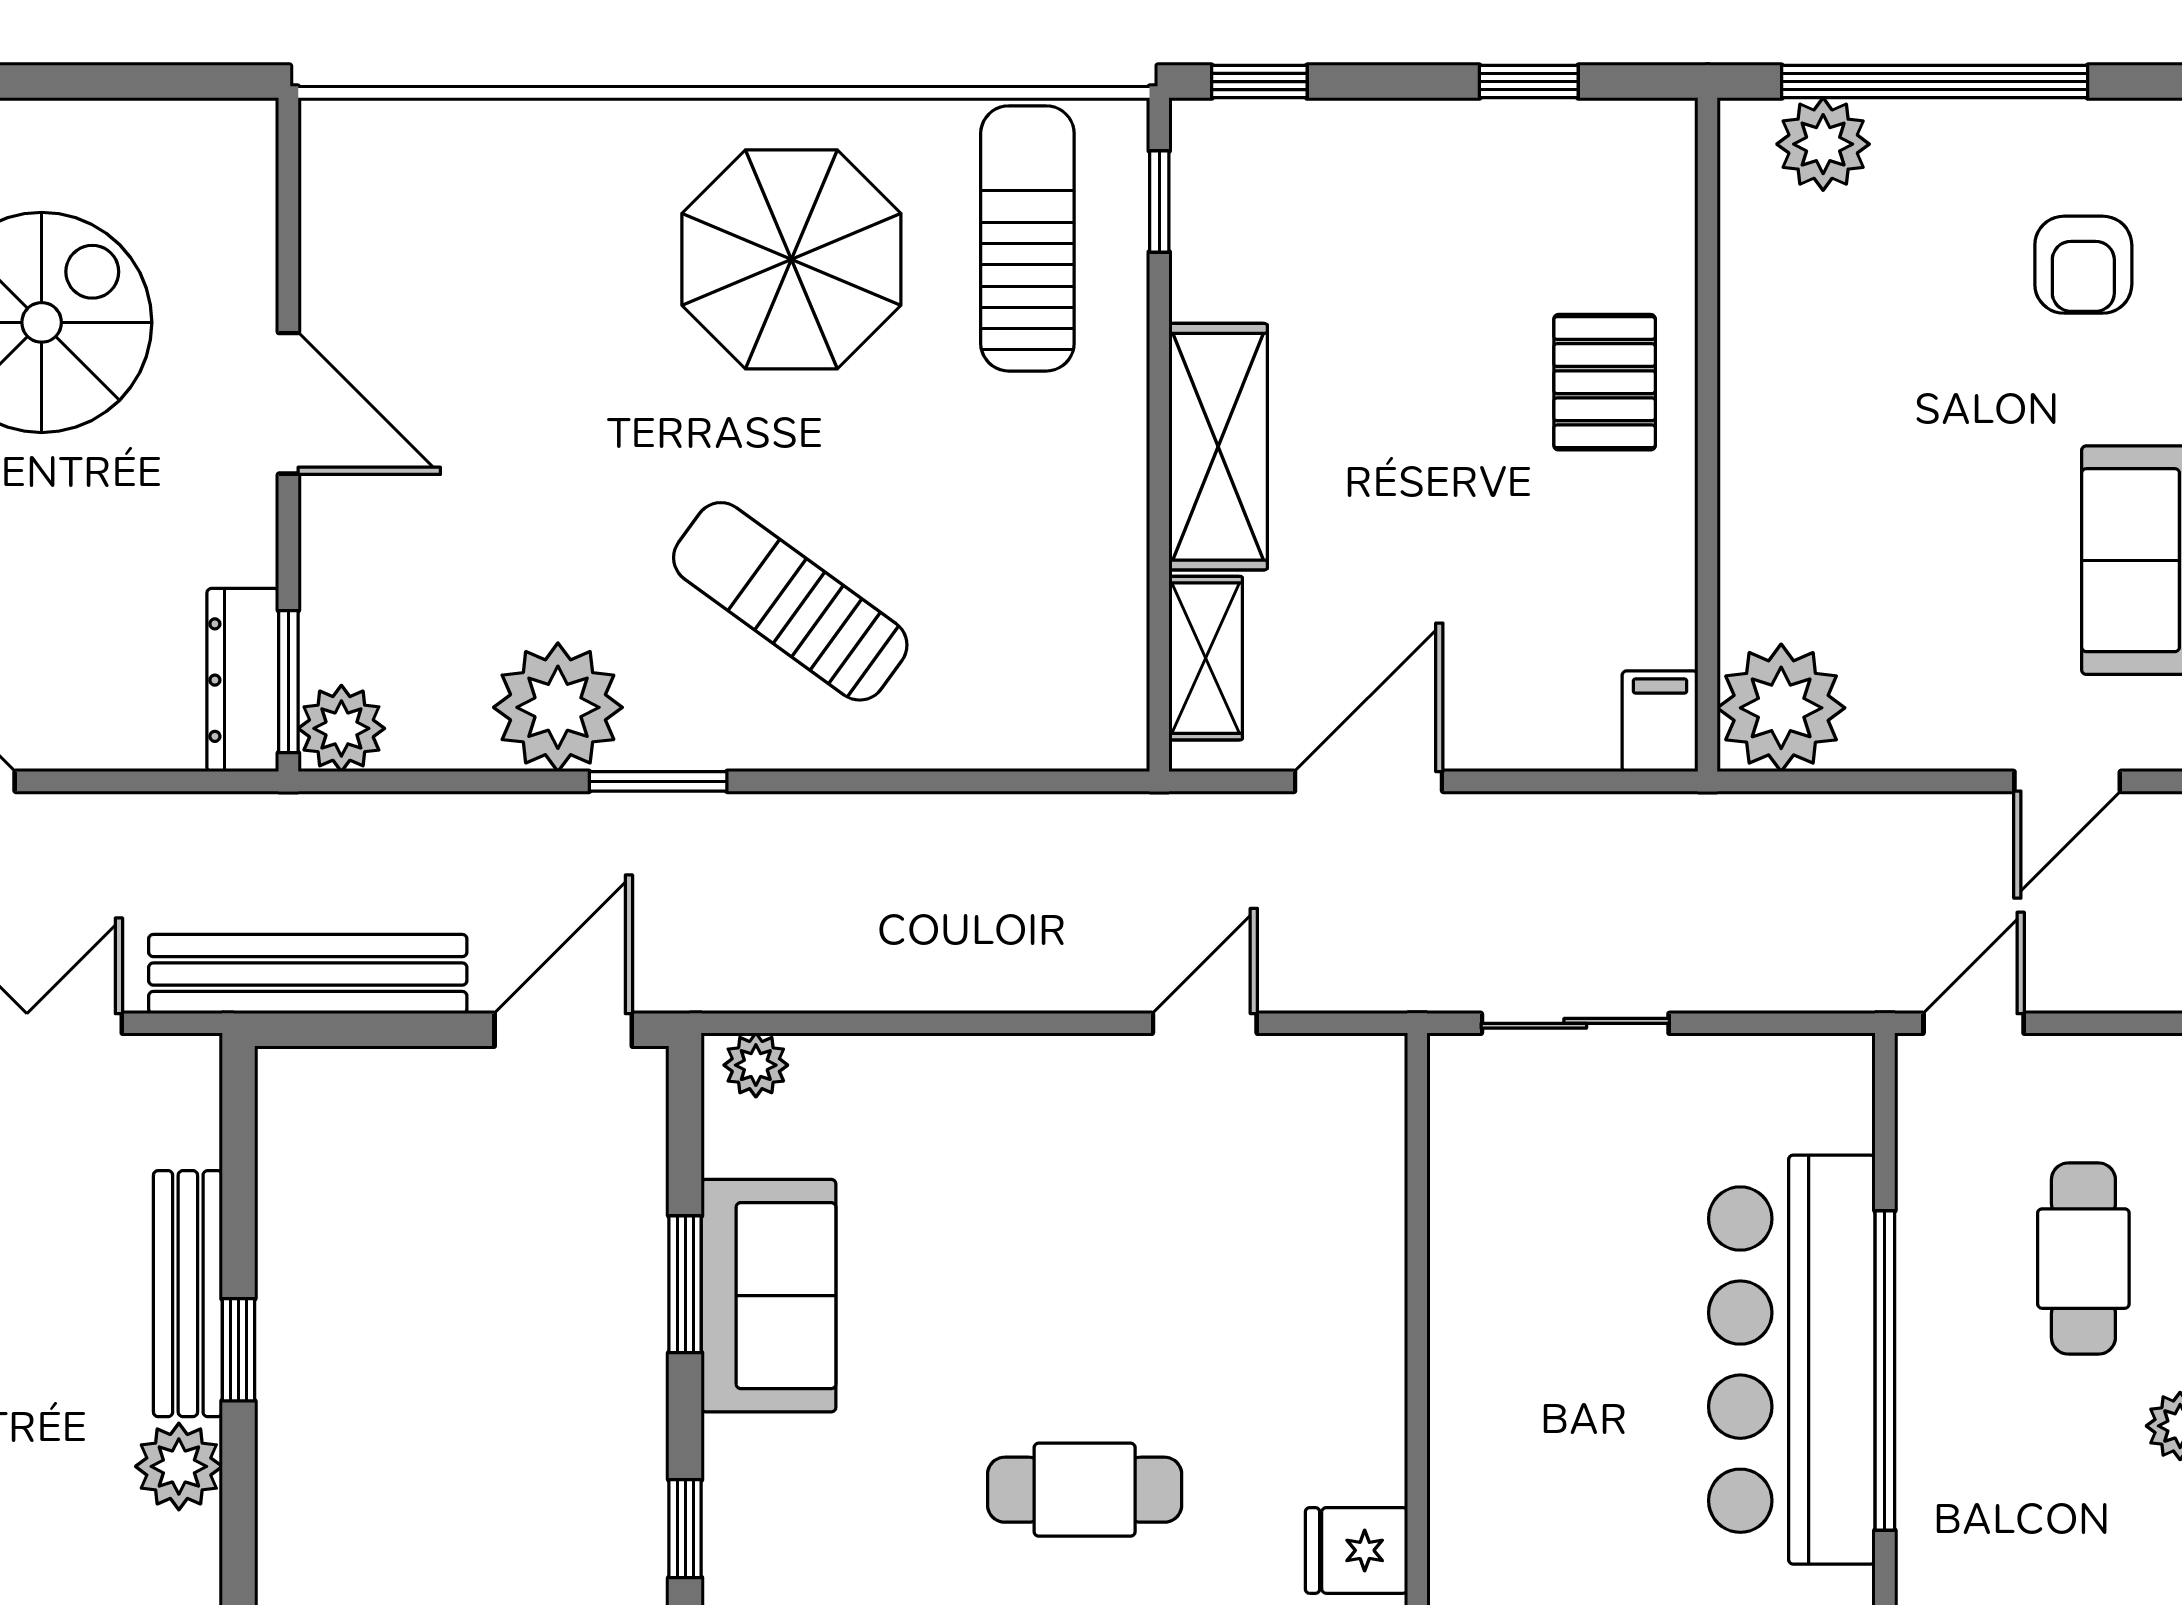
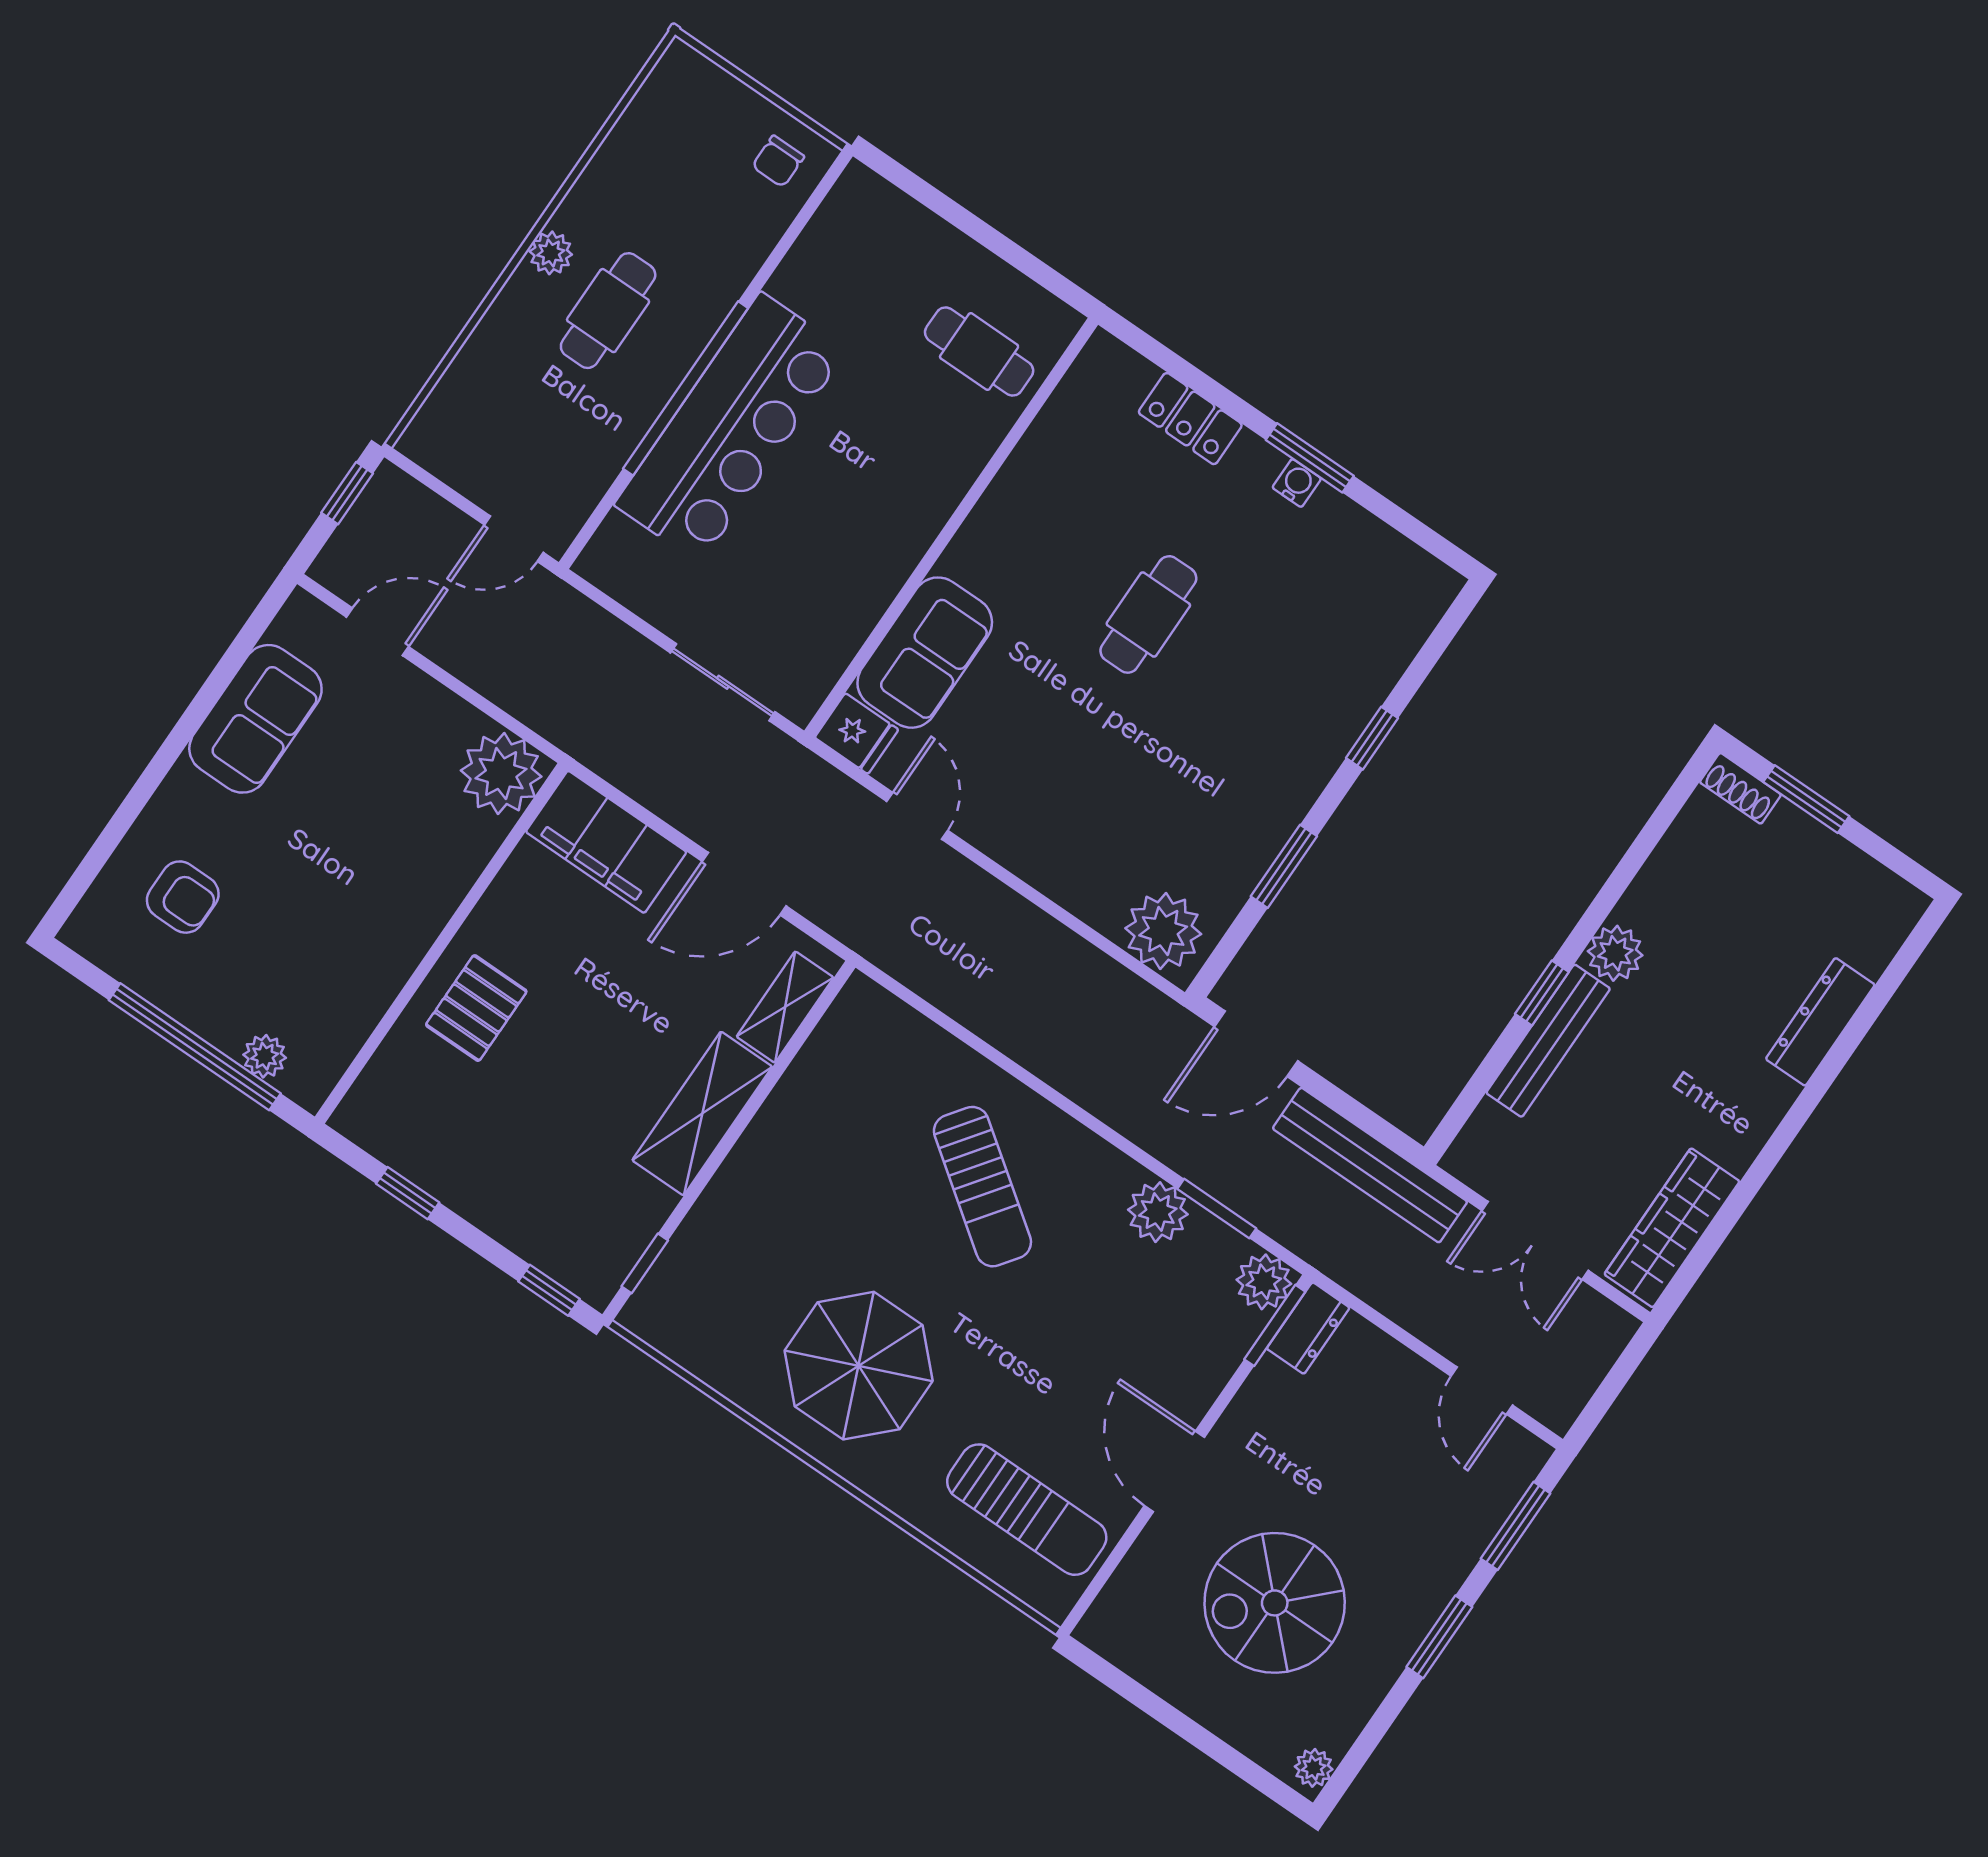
plant: (1823, 144) -> (265, 1056), width x0.73, depth x0.73
sun lounger: (1027, 238) -> (1027, 1510), moved, turned -90
armchair: (2083, 265) -> (183, 897), turned 90
dresser: (243, 680) -> (1308, 1328), width x0.70
plant: (558, 707) -> (1158, 1212), width x0.73, depth x0.73
filing cabinet: (1660, 721) -> (606, 842), width x3.00, depth x1.17
window: (658, 781) -> (1217, 1209), moved
door: (1205, 1023) -> (917, 816), swing flipped
plant: (756, 1065) -> (1163, 931), width x1.88, depth x1.88
cafe table: (2083, 1259) -> (608, 311), moved
sofa: (769, 1296) -> (925, 653), moved, turned 180
cafe table: (1085, 1490) -> (1148, 614), turned 90
fridge: (1356, 1550) -> (857, 734), moved

